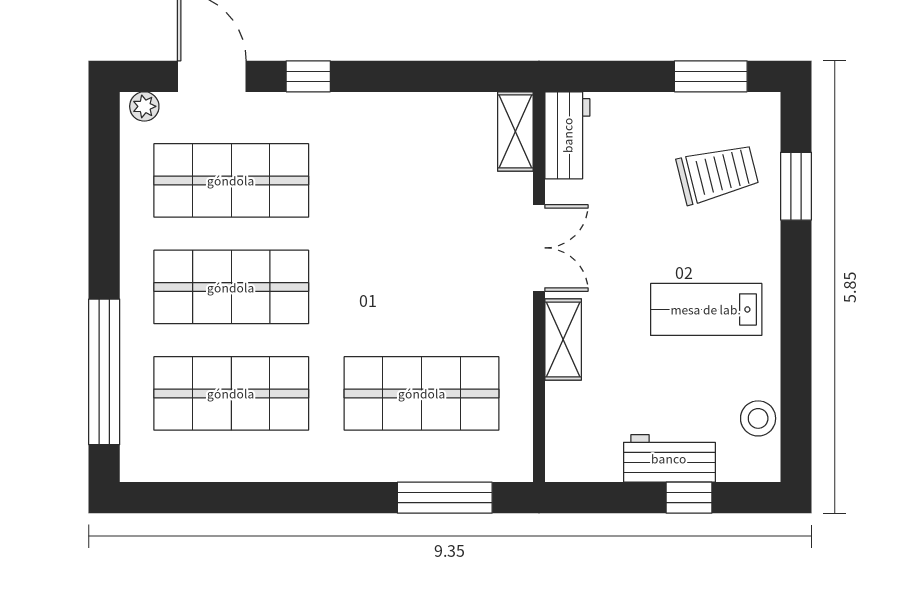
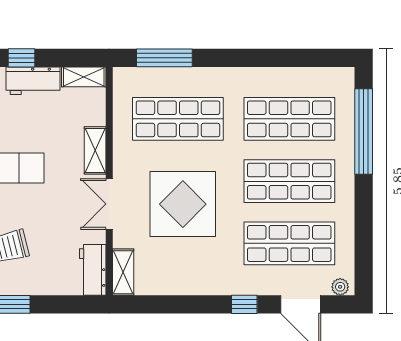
display table: (413, 248) -> (183, 204), added
shelving: (583, 465) -> (84, 77), added

